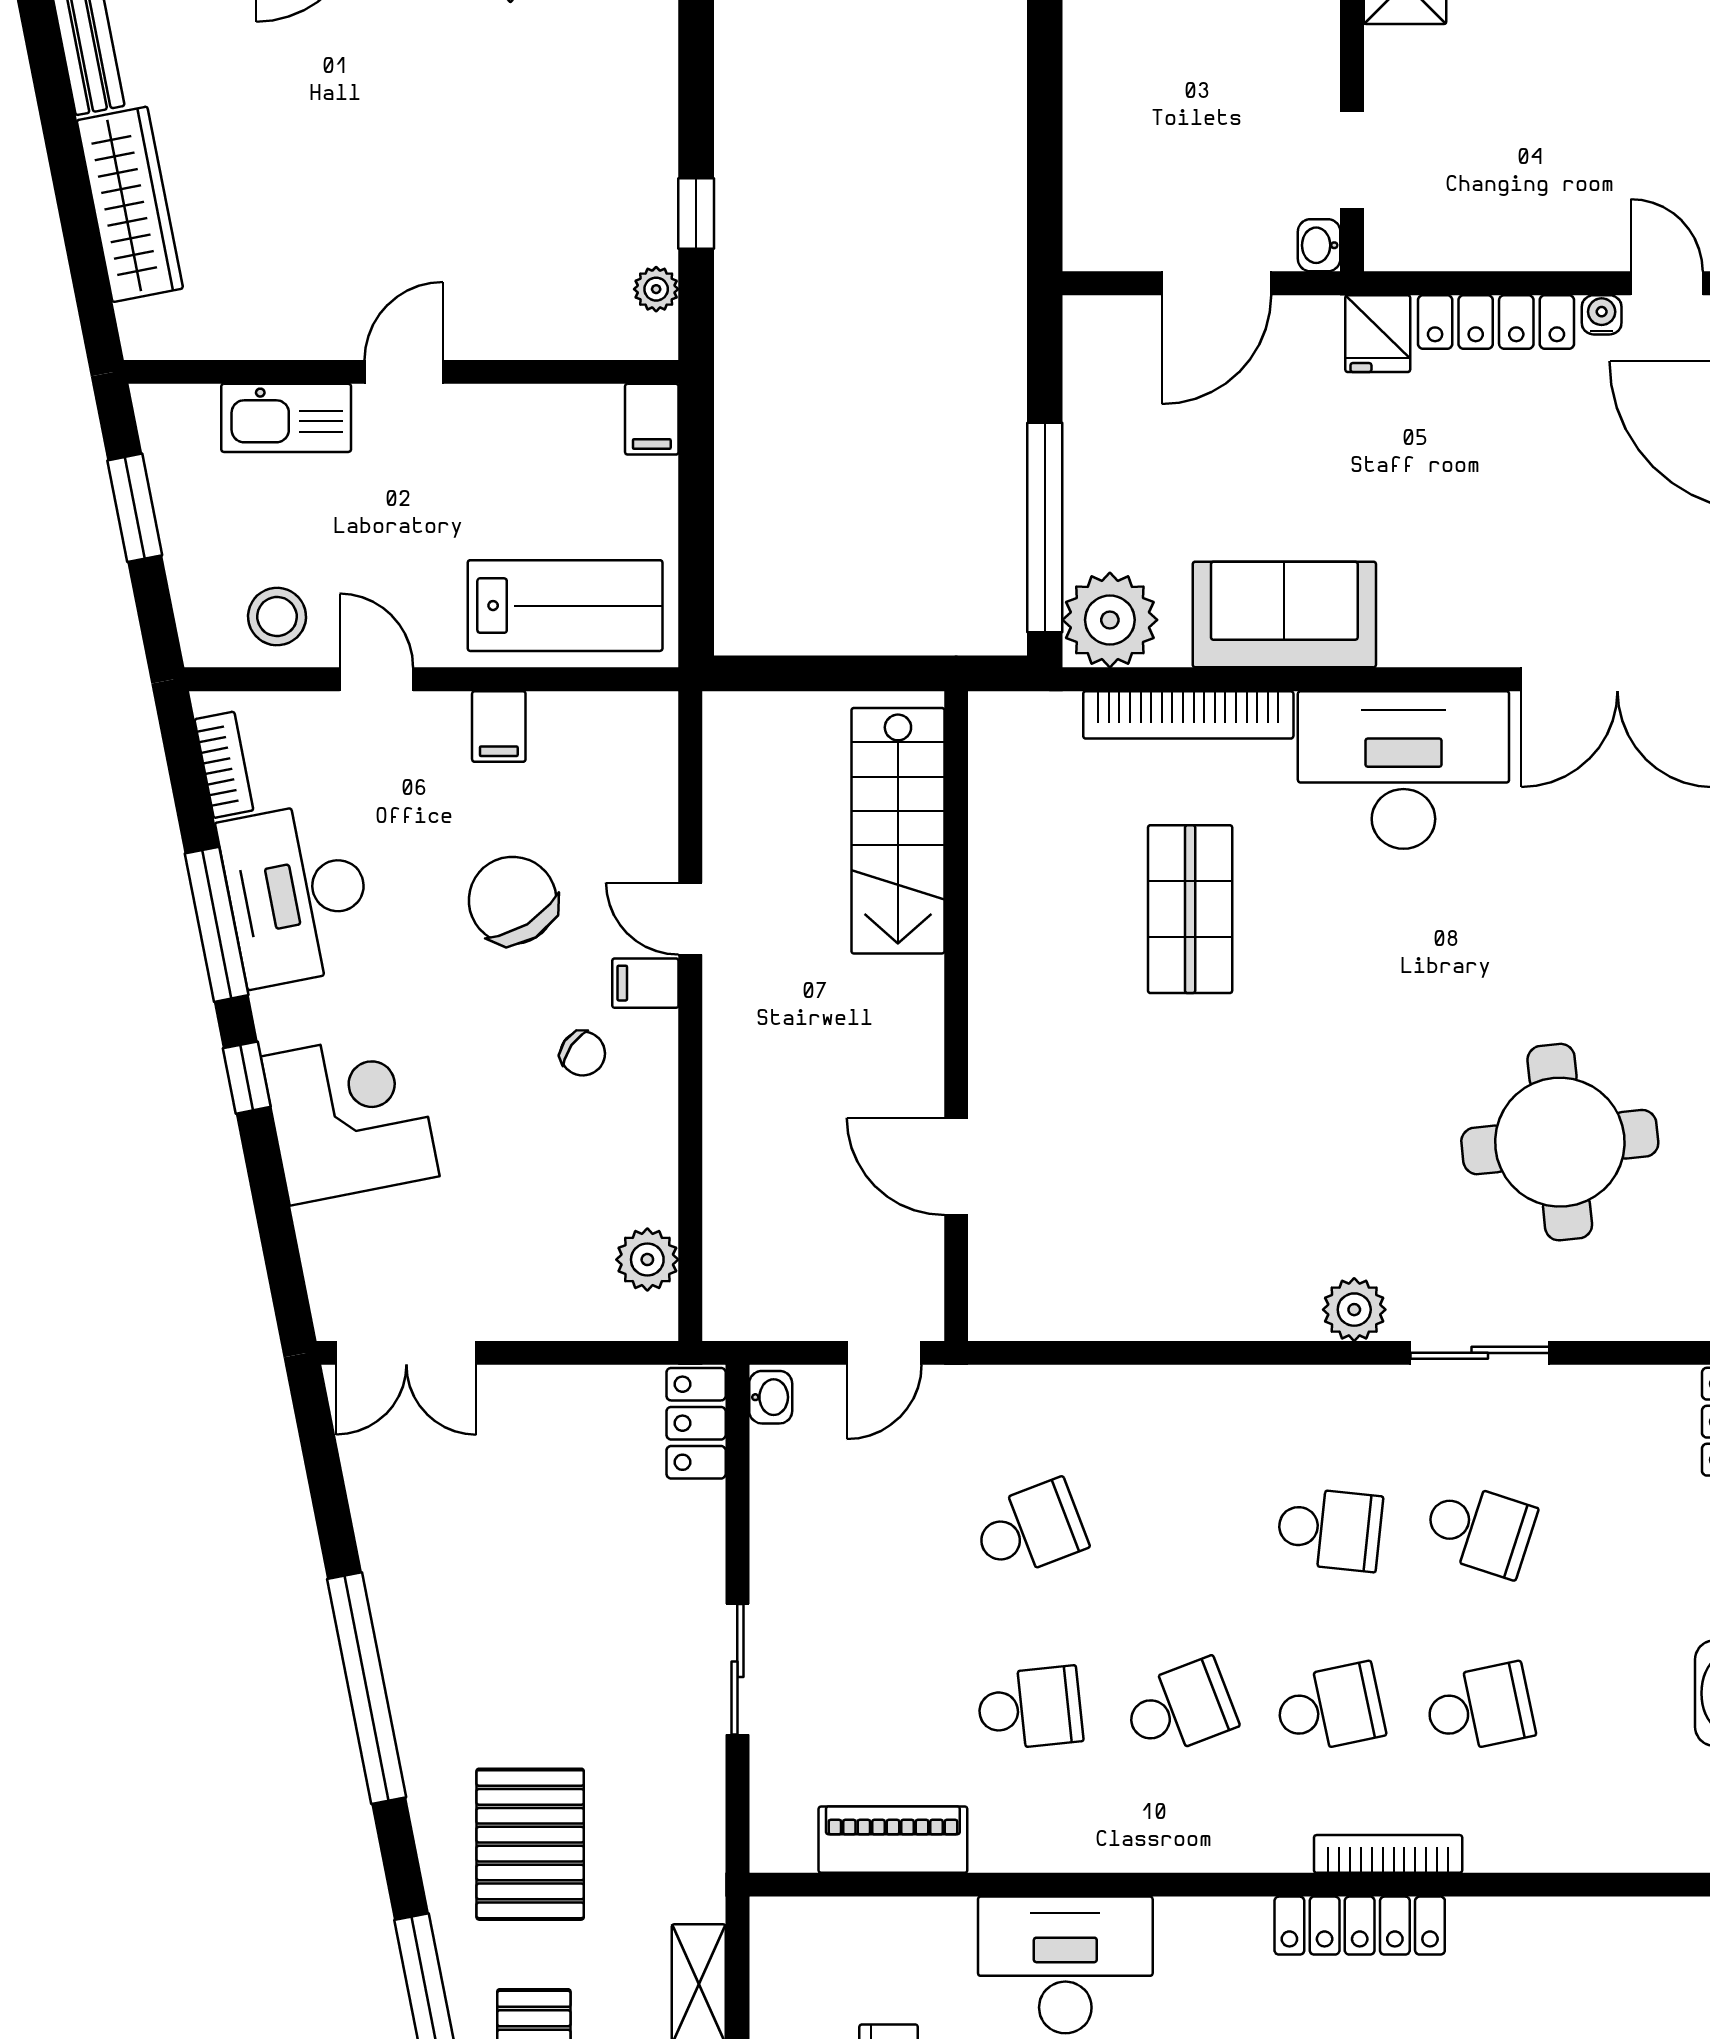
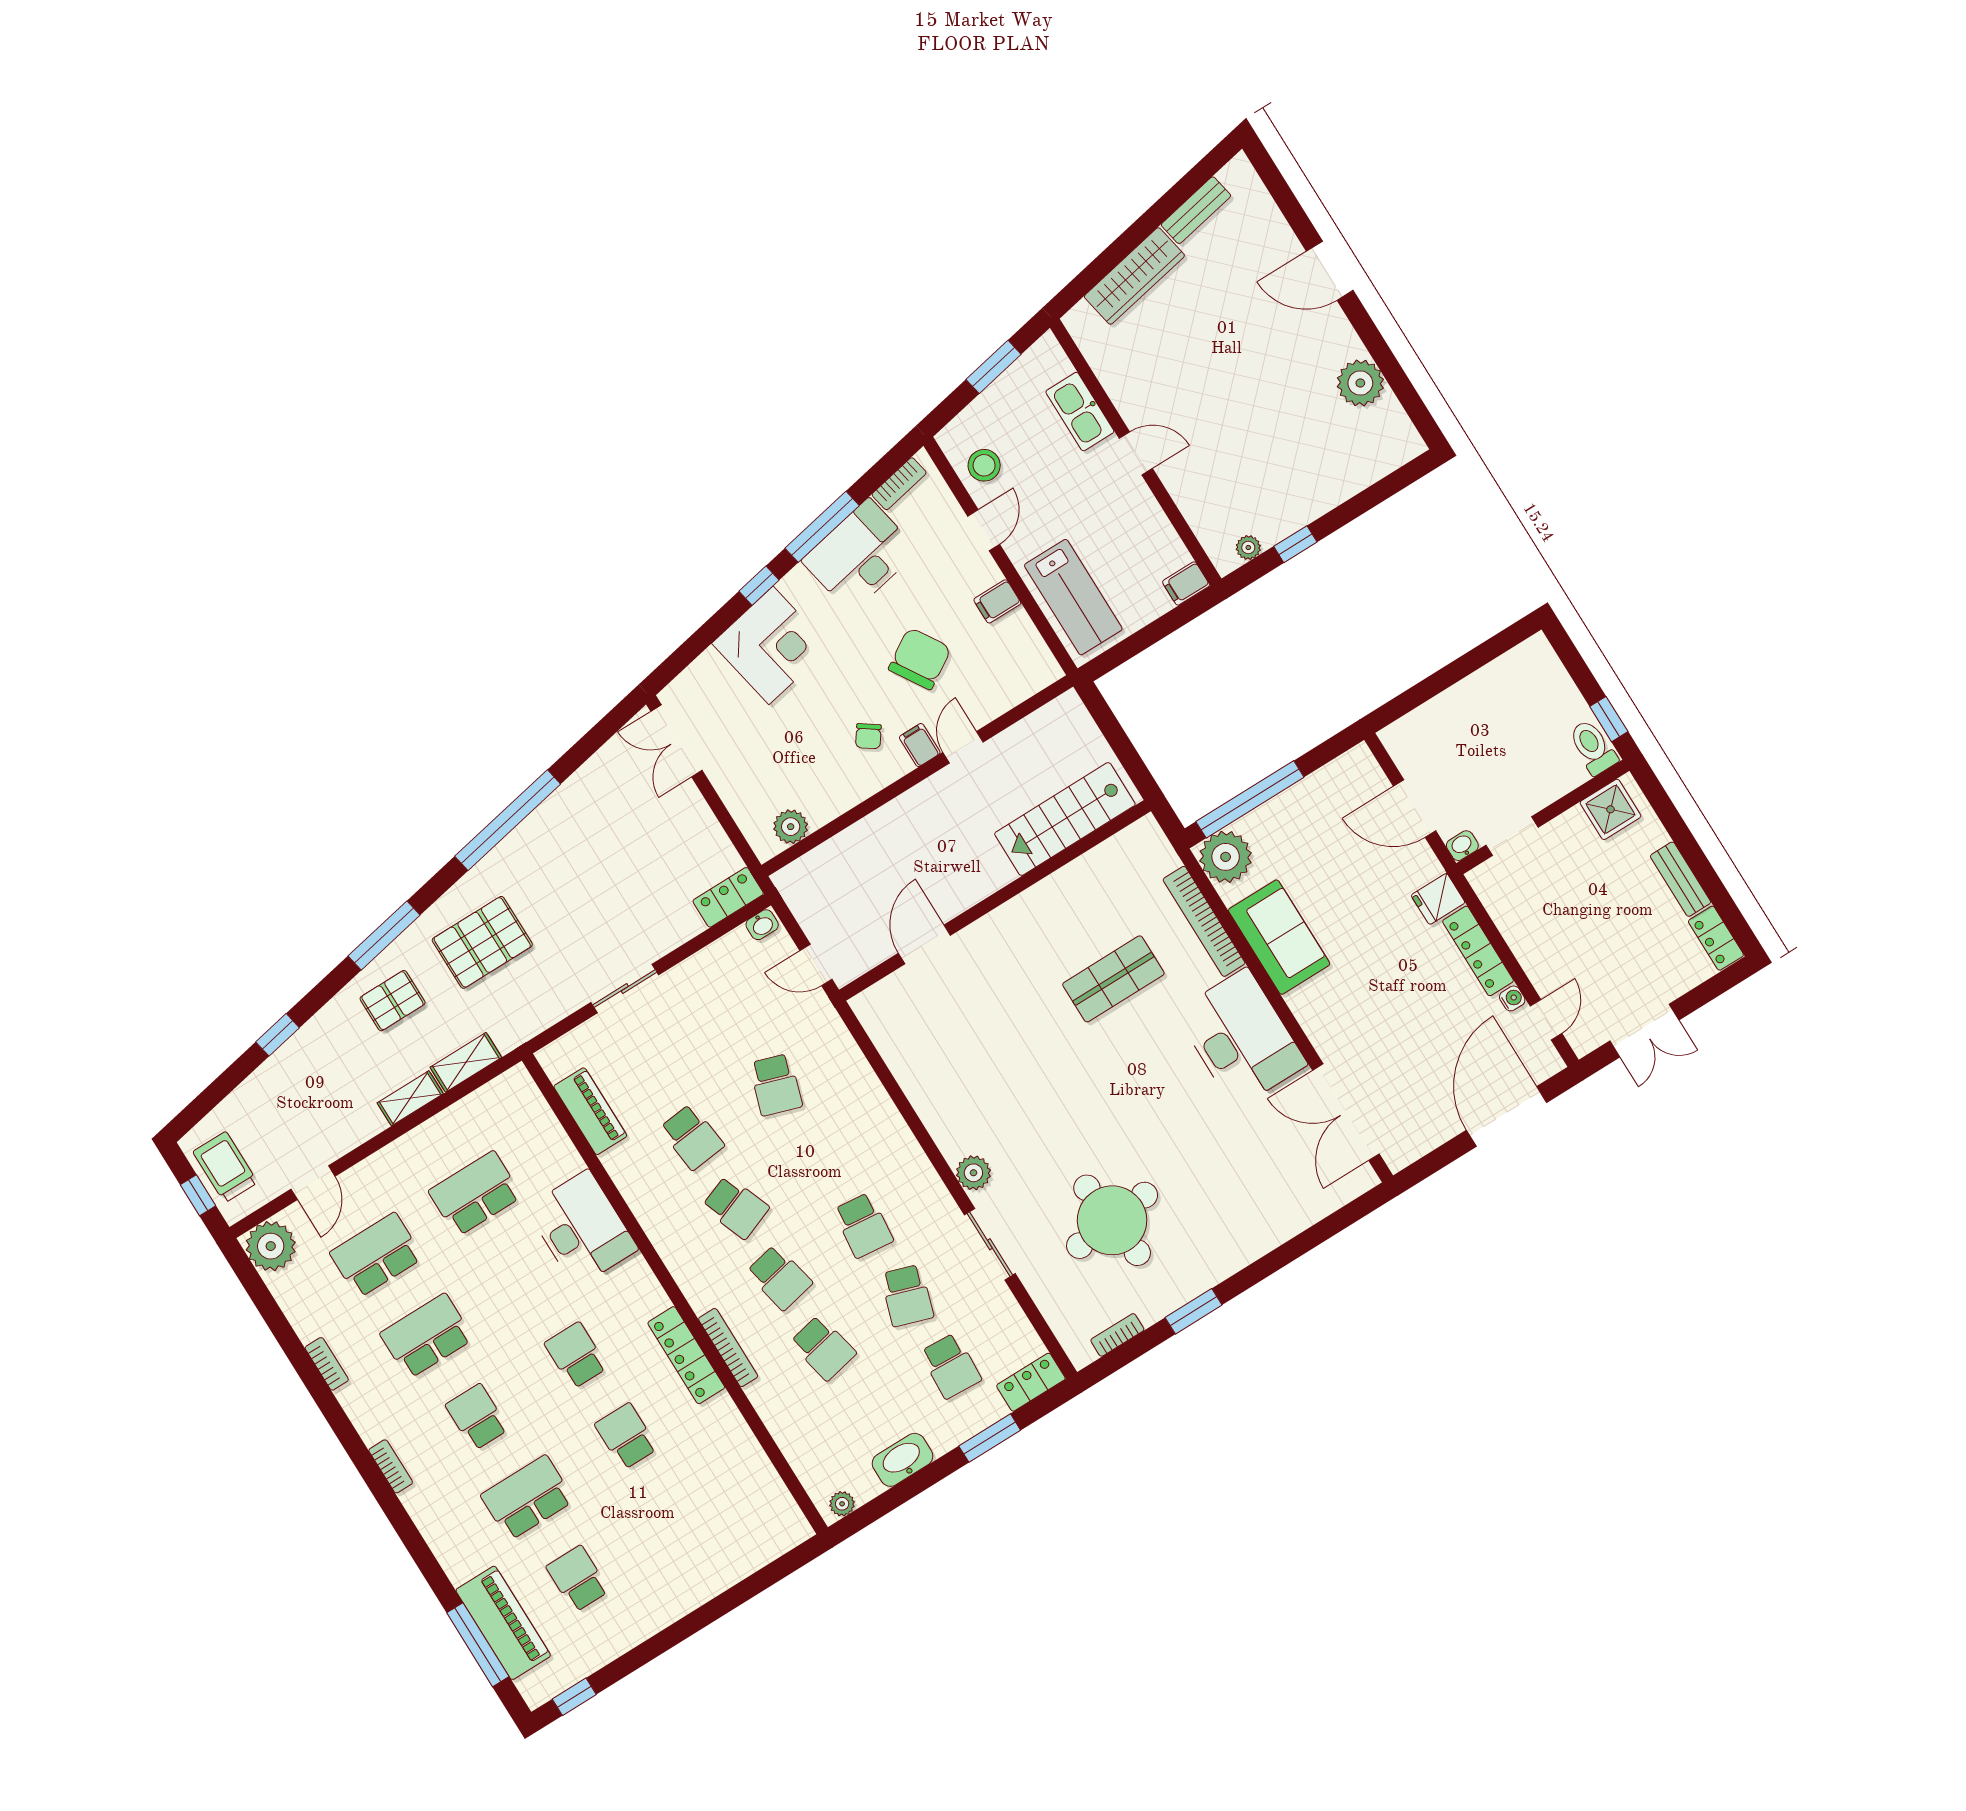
school desk: (1030, 1529) -> (776, 1085), turned 39
school desk: (1629, 1529) -> (951, 1366), added

